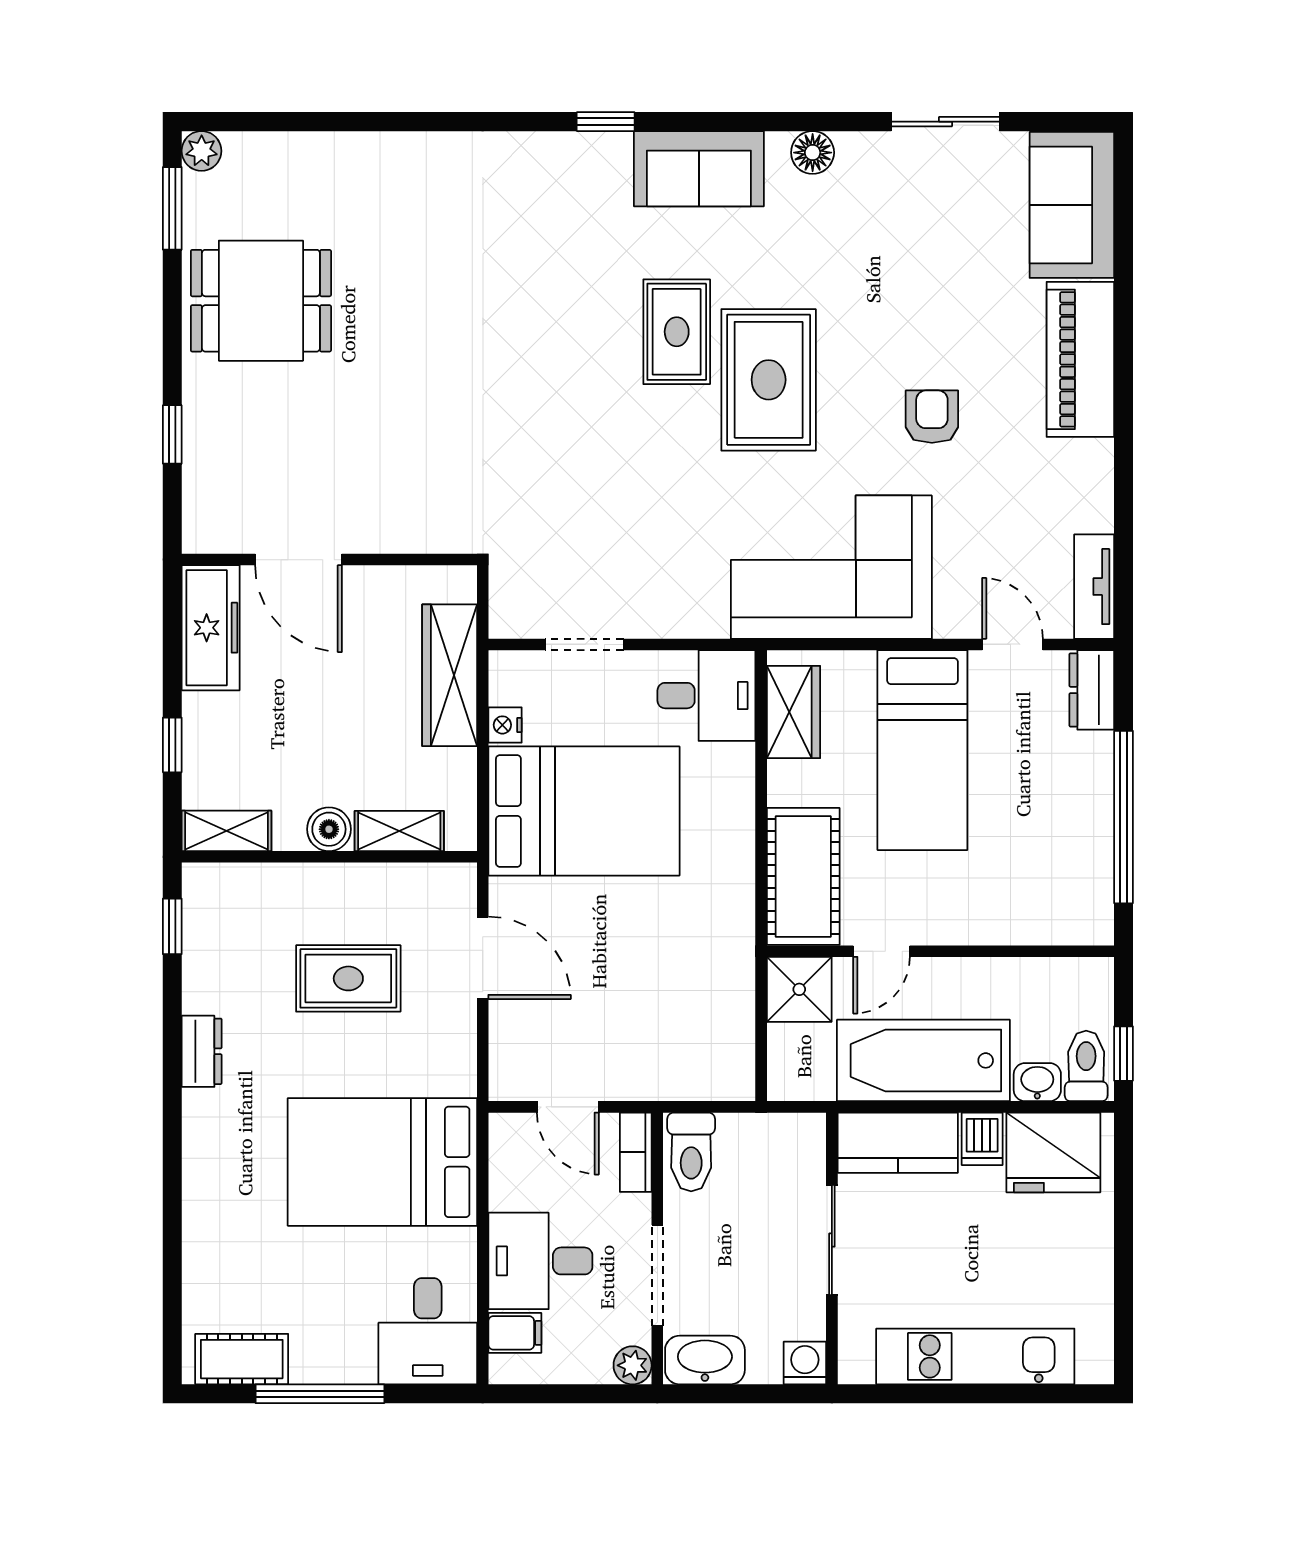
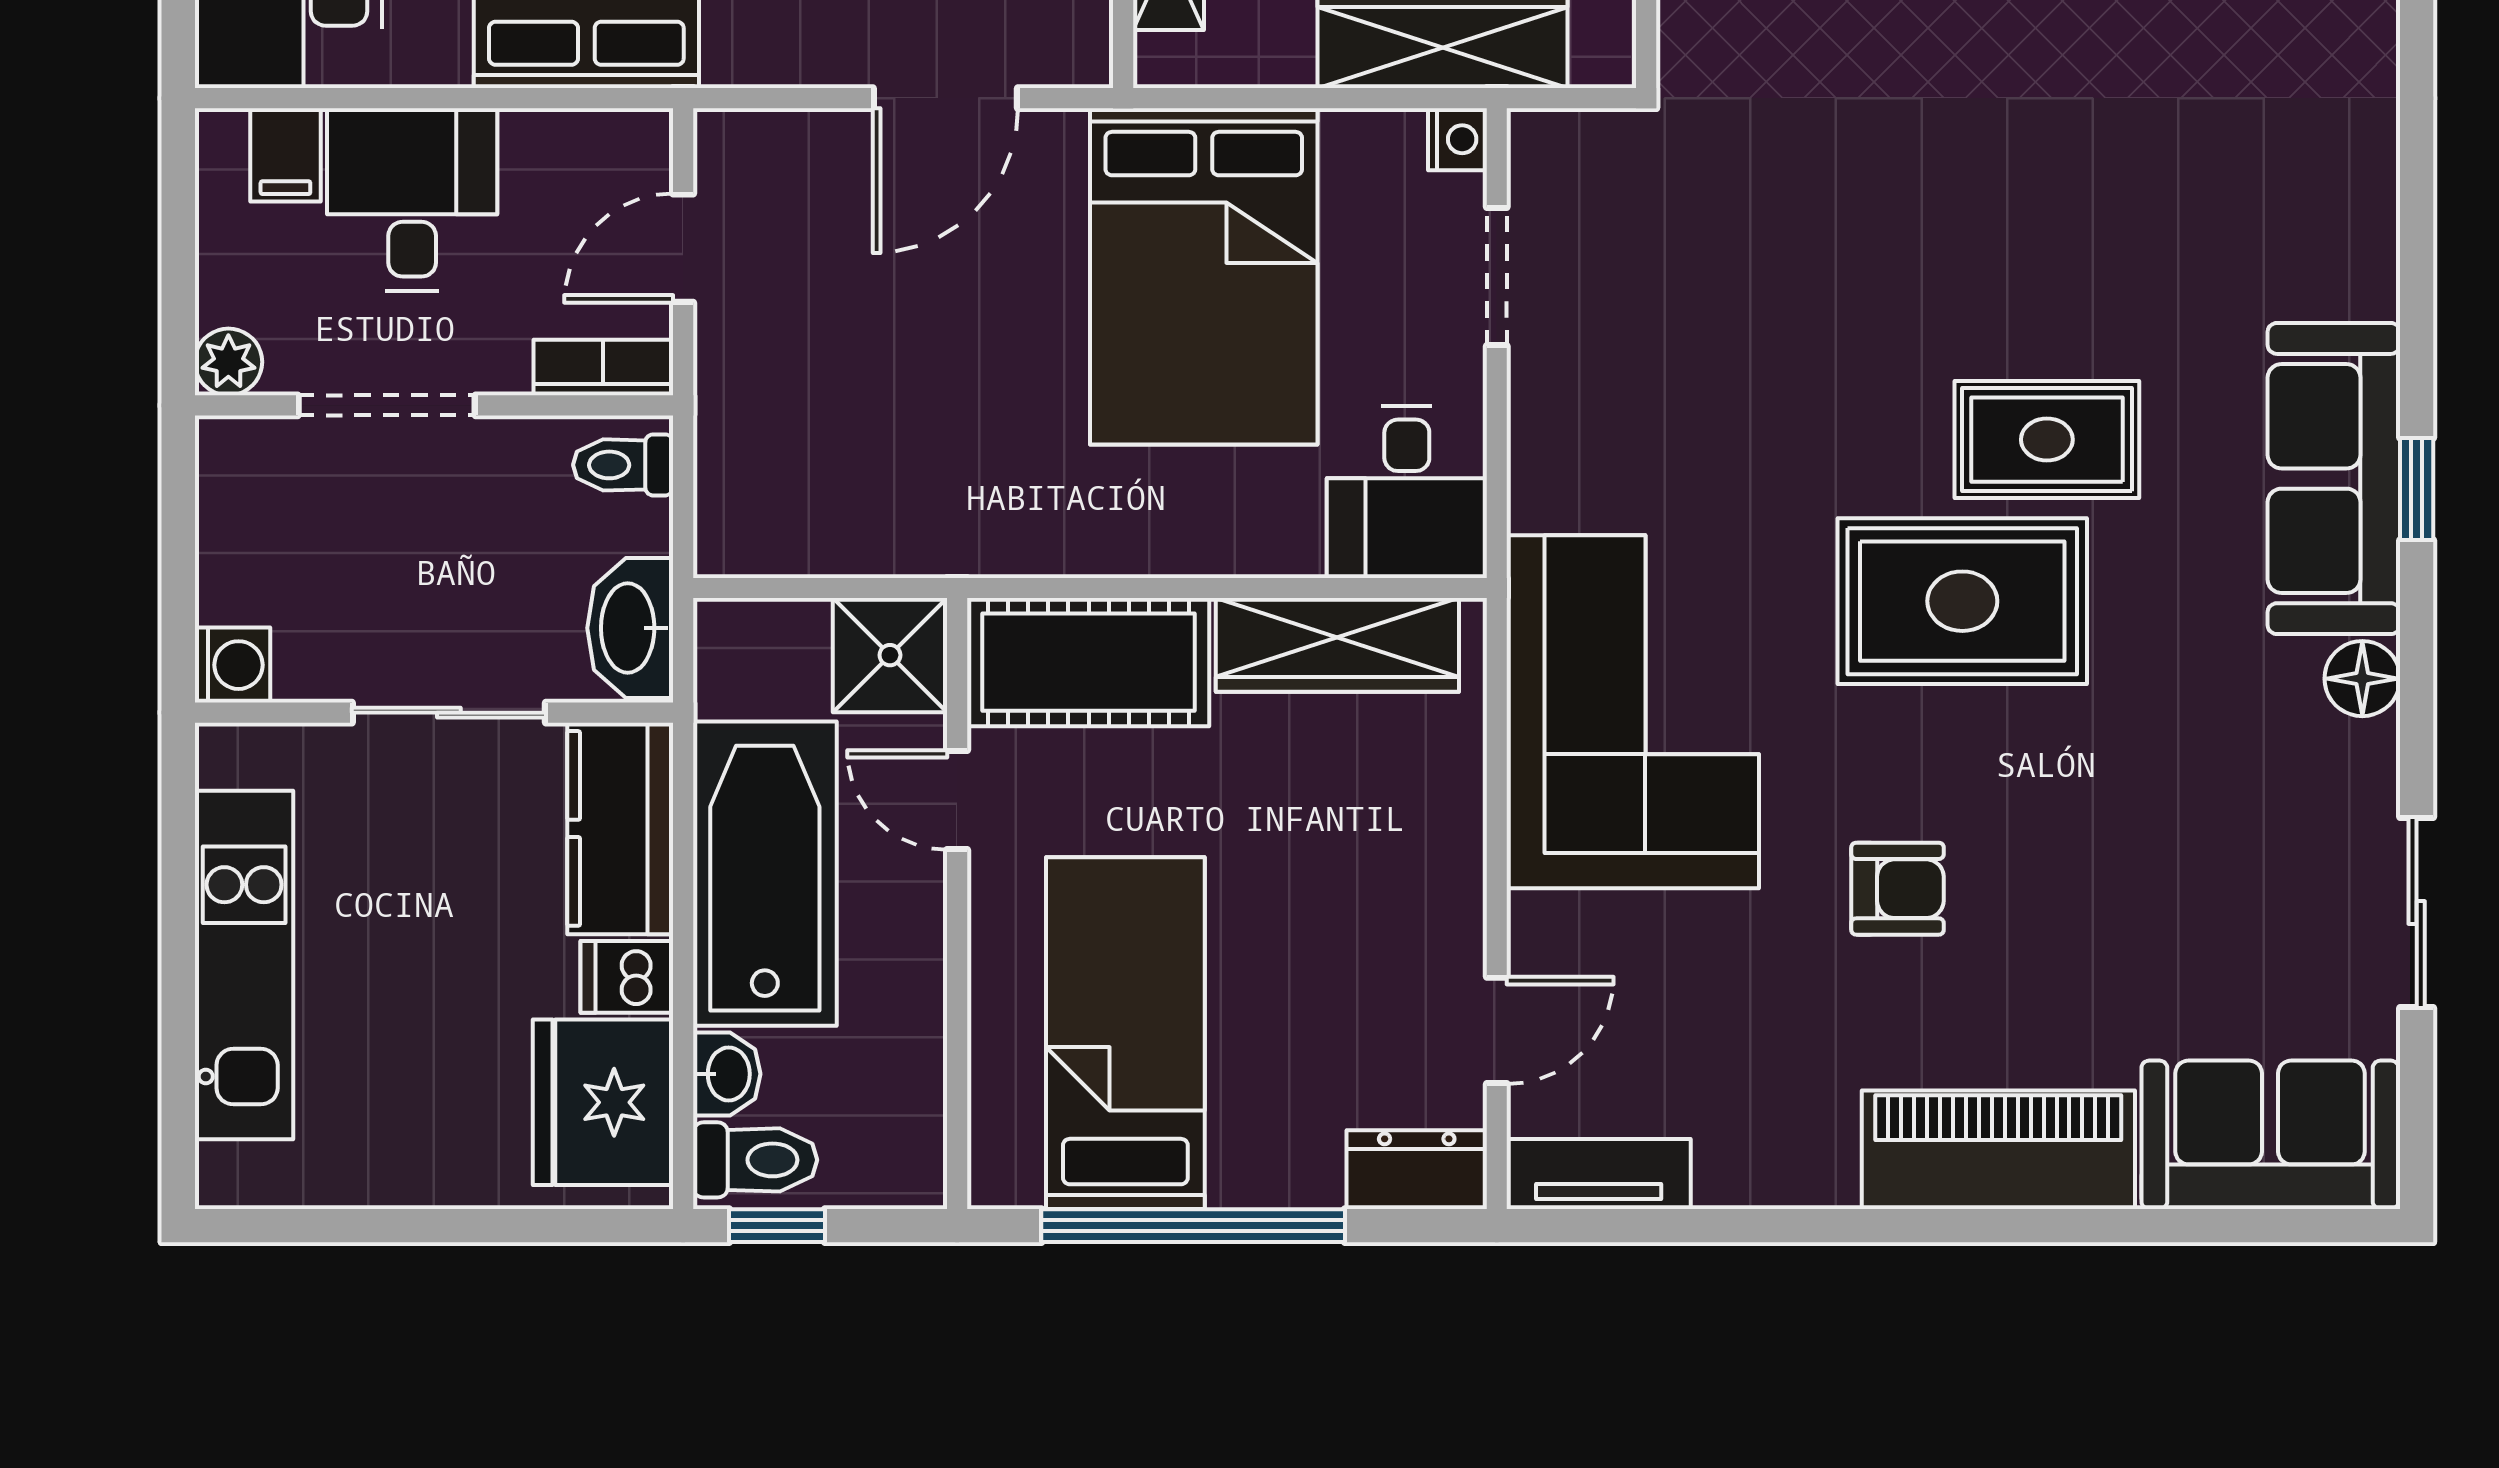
window: (606, 122) -> (2417, 489), moved
sofa: (699, 169) -> (2334, 479), width x1.36
wardrobe: (793, 712) -> (1337, 645), width x1.50
nightstand: (505, 725) -> (1457, 139), moved, turned 90
bed: (922, 750) -> (1125, 1033), moved, turned 90
toilet: (691, 1152) -> (623, 465), width x0.73, depth x0.72
washbasin: (705, 1360) -> (630, 628), moved, turned 180

